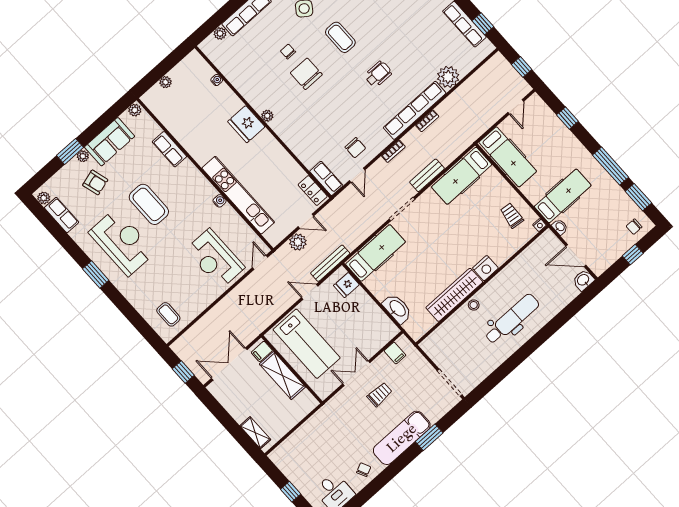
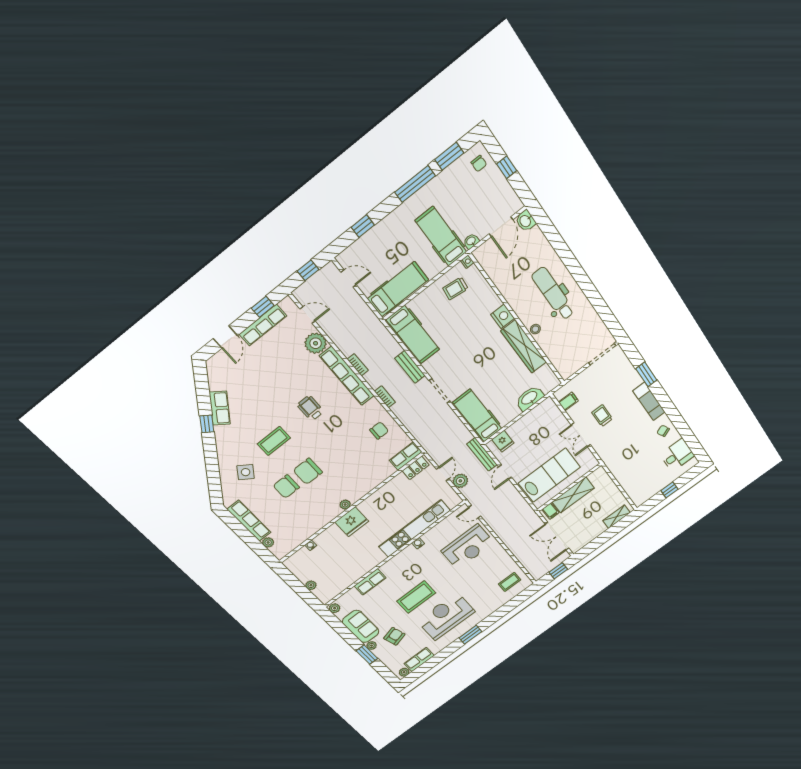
chair: (288, 51) -> (286, 487), width x1.87, depth x1.87
door: (357, 175) -> (307, 315), moved
exam couch: (402, 438) -> (649, 401), width x0.73, depth x0.69

